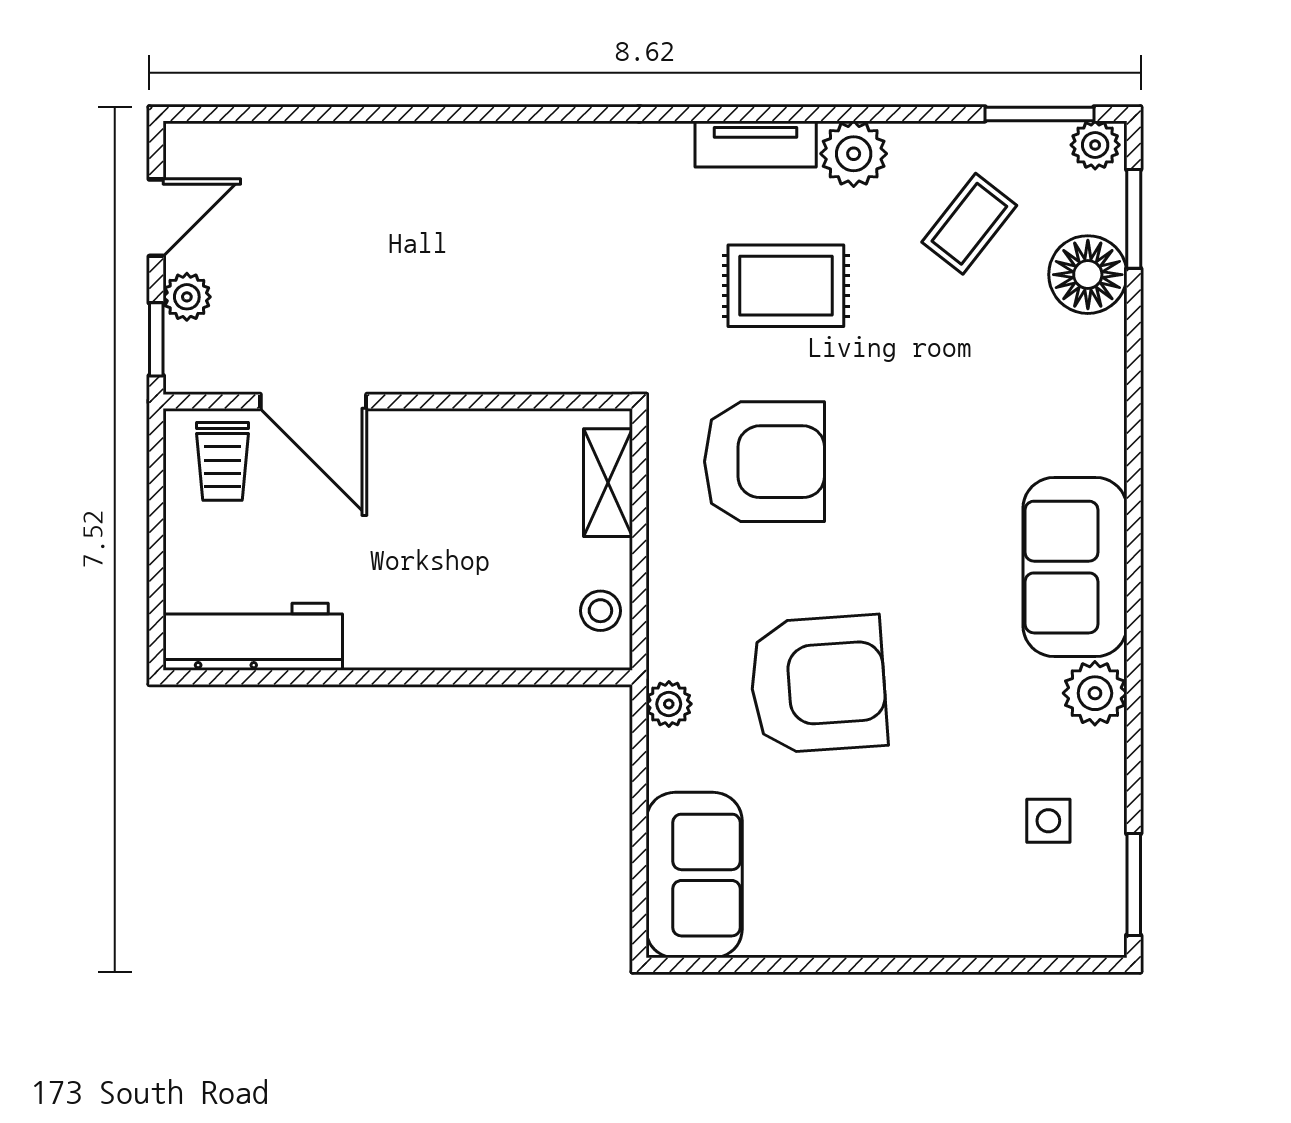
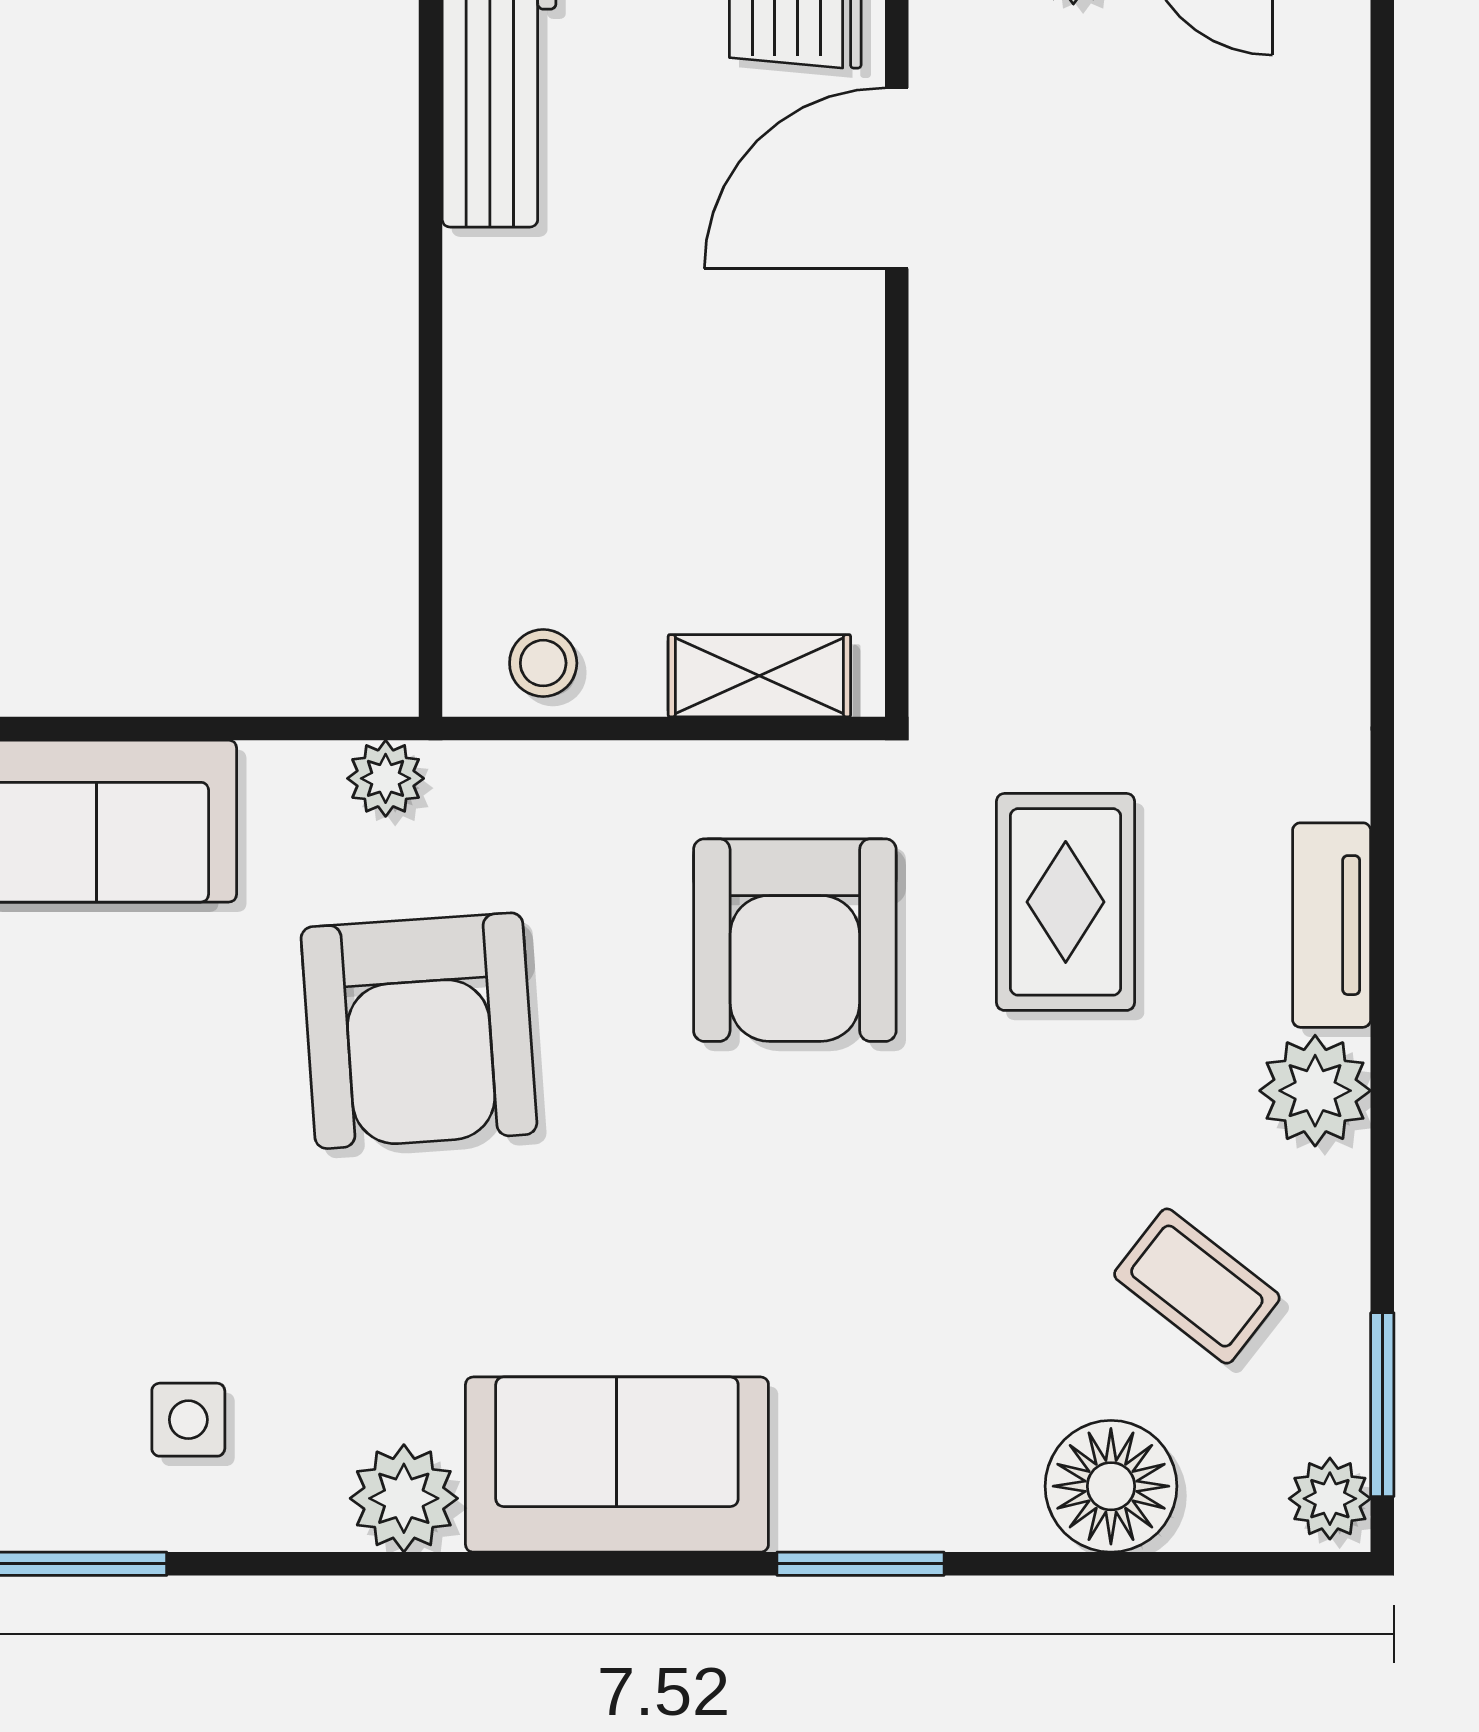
window: (1134, 219) -> (861, 1564), moved
rug: (786, 286) -> (1066, 902), moved

